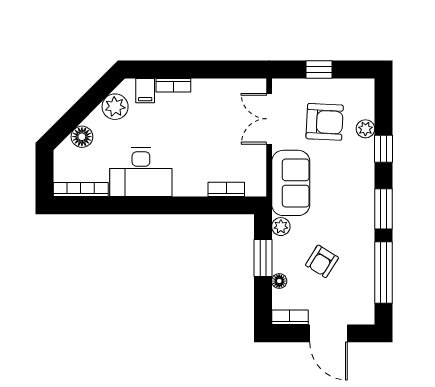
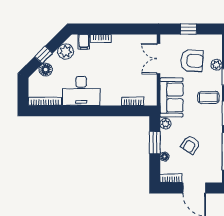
window: (79, 112) -> (44, 55), added
coffee table: (352, 183) -> (208, 97), added

